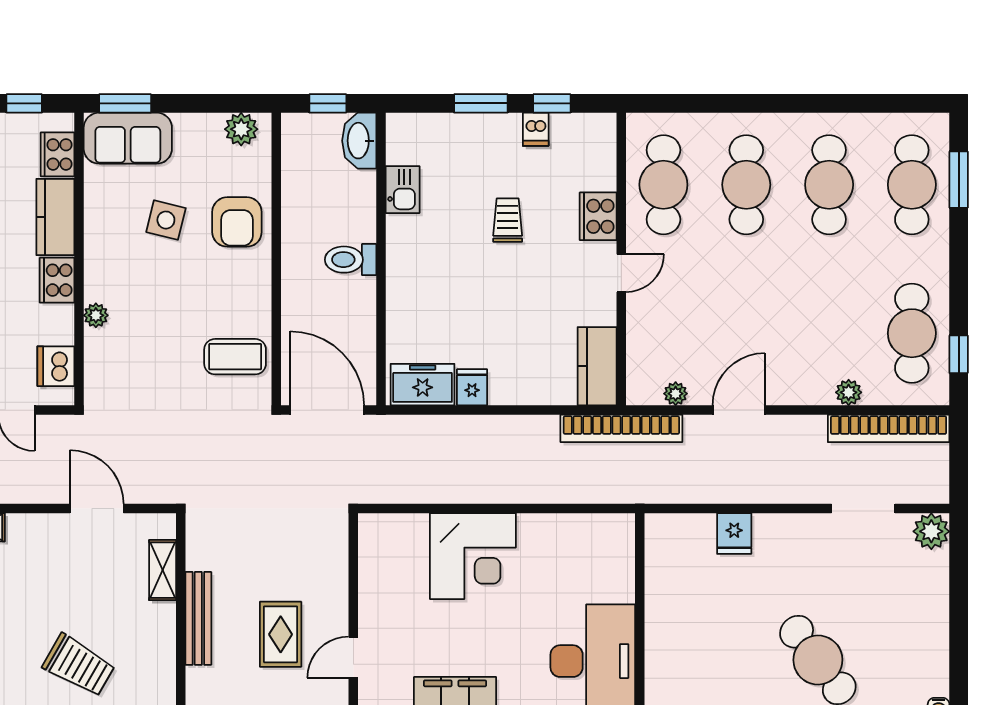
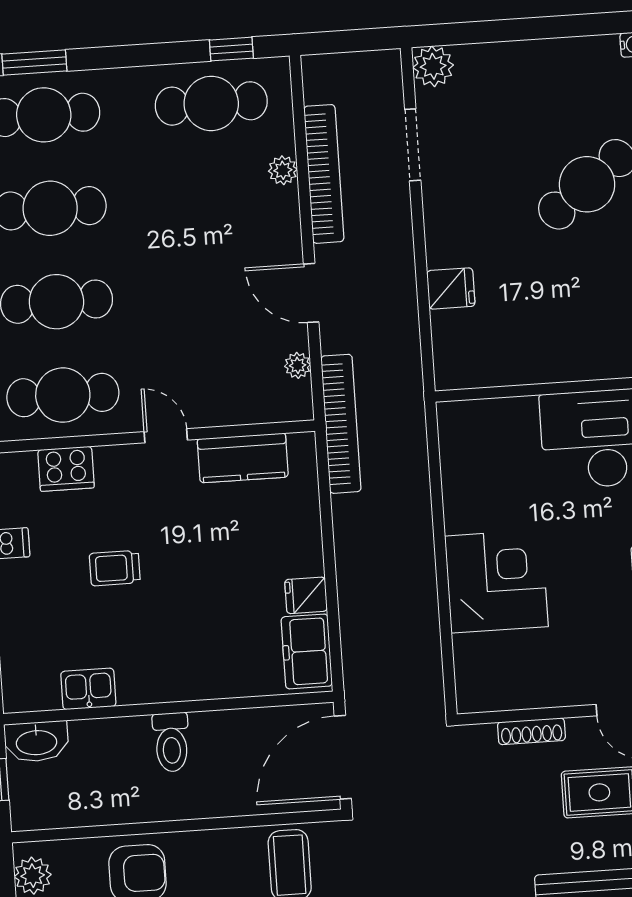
cooker: (598, 216) -> (66, 469), moved
kitchen counter: (597, 366) -> (243, 458), moved
bookcase: (889, 428) -> (324, 174), moved
shoe rack: (339, 578) -> (531, 731), added

